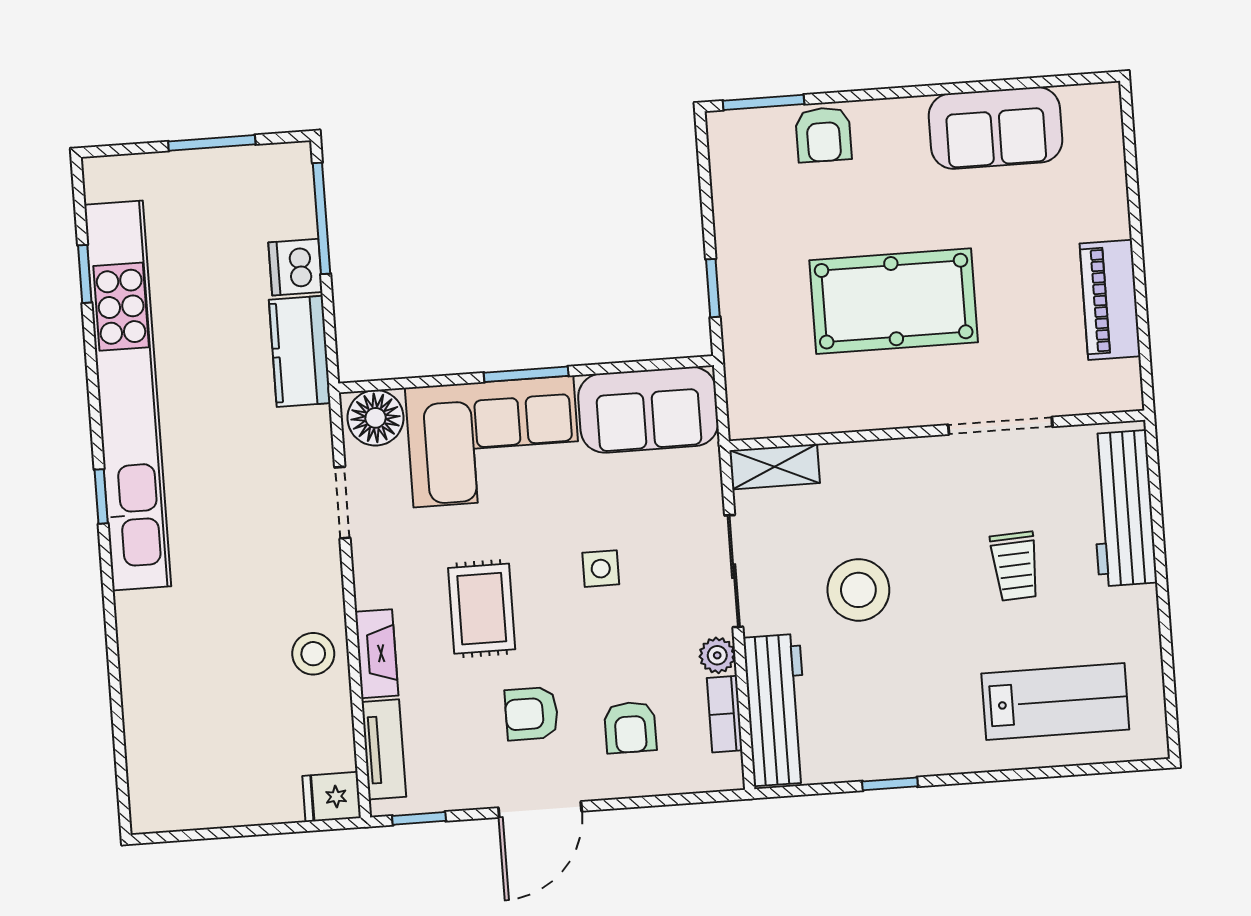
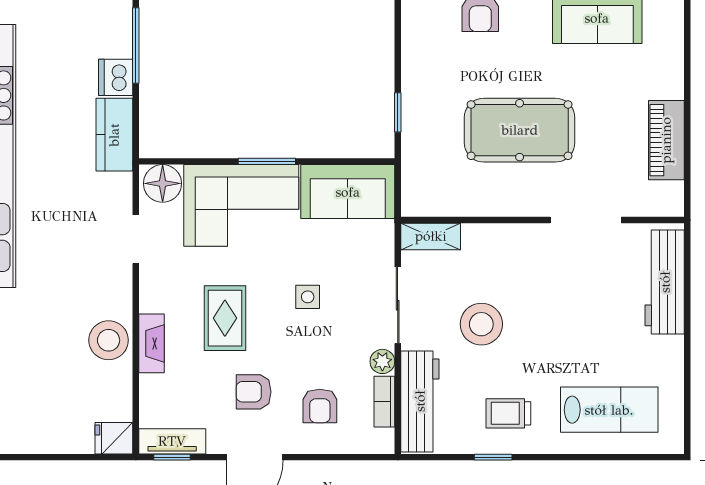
trolley: (1015, 566) -> (508, 413), moved, turned 93
stool: (313, 654) -> (109, 340), width x1.38, depth x1.38
tv unit: (384, 749) -> (172, 441), moved, turned -90

